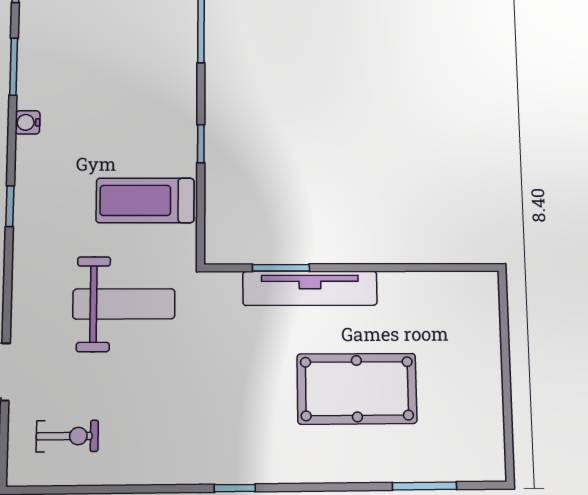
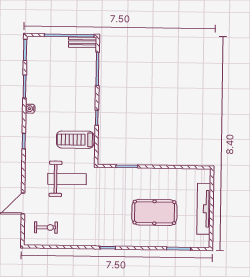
tv unit: (310, 288) -> (204, 209), moved, turned 90

